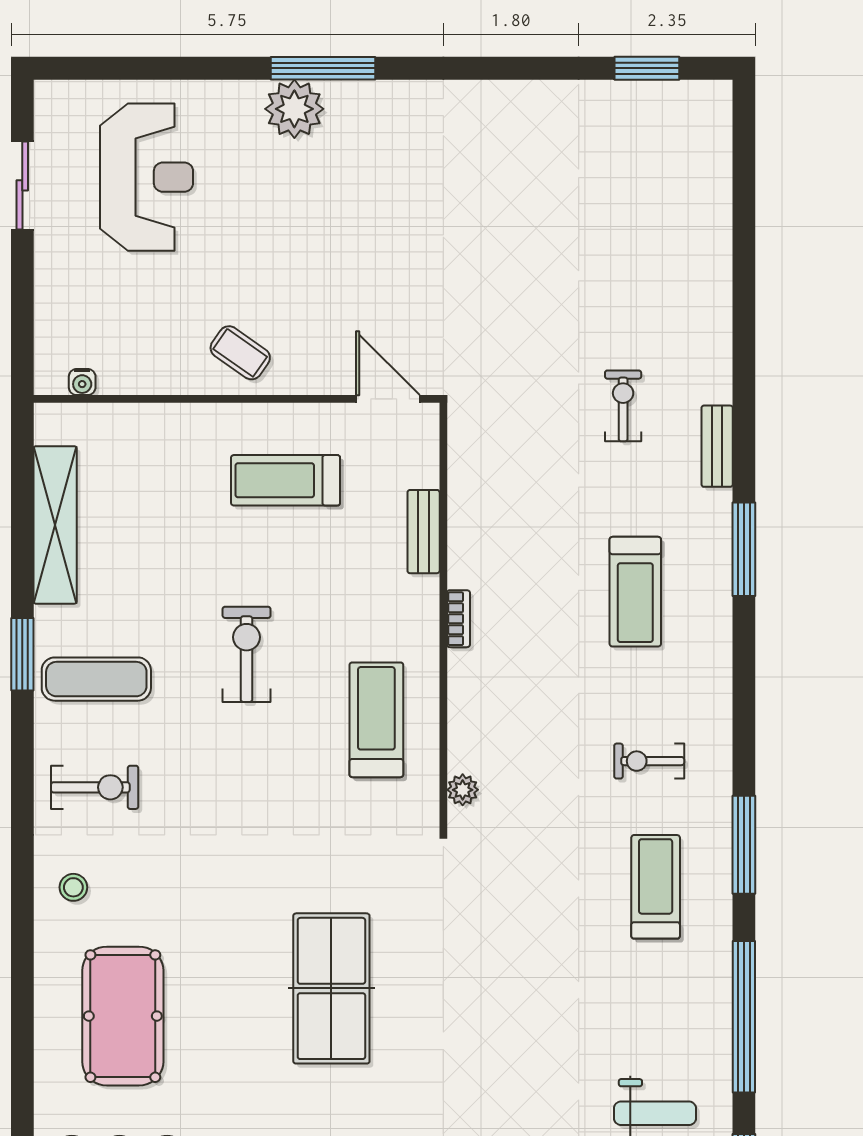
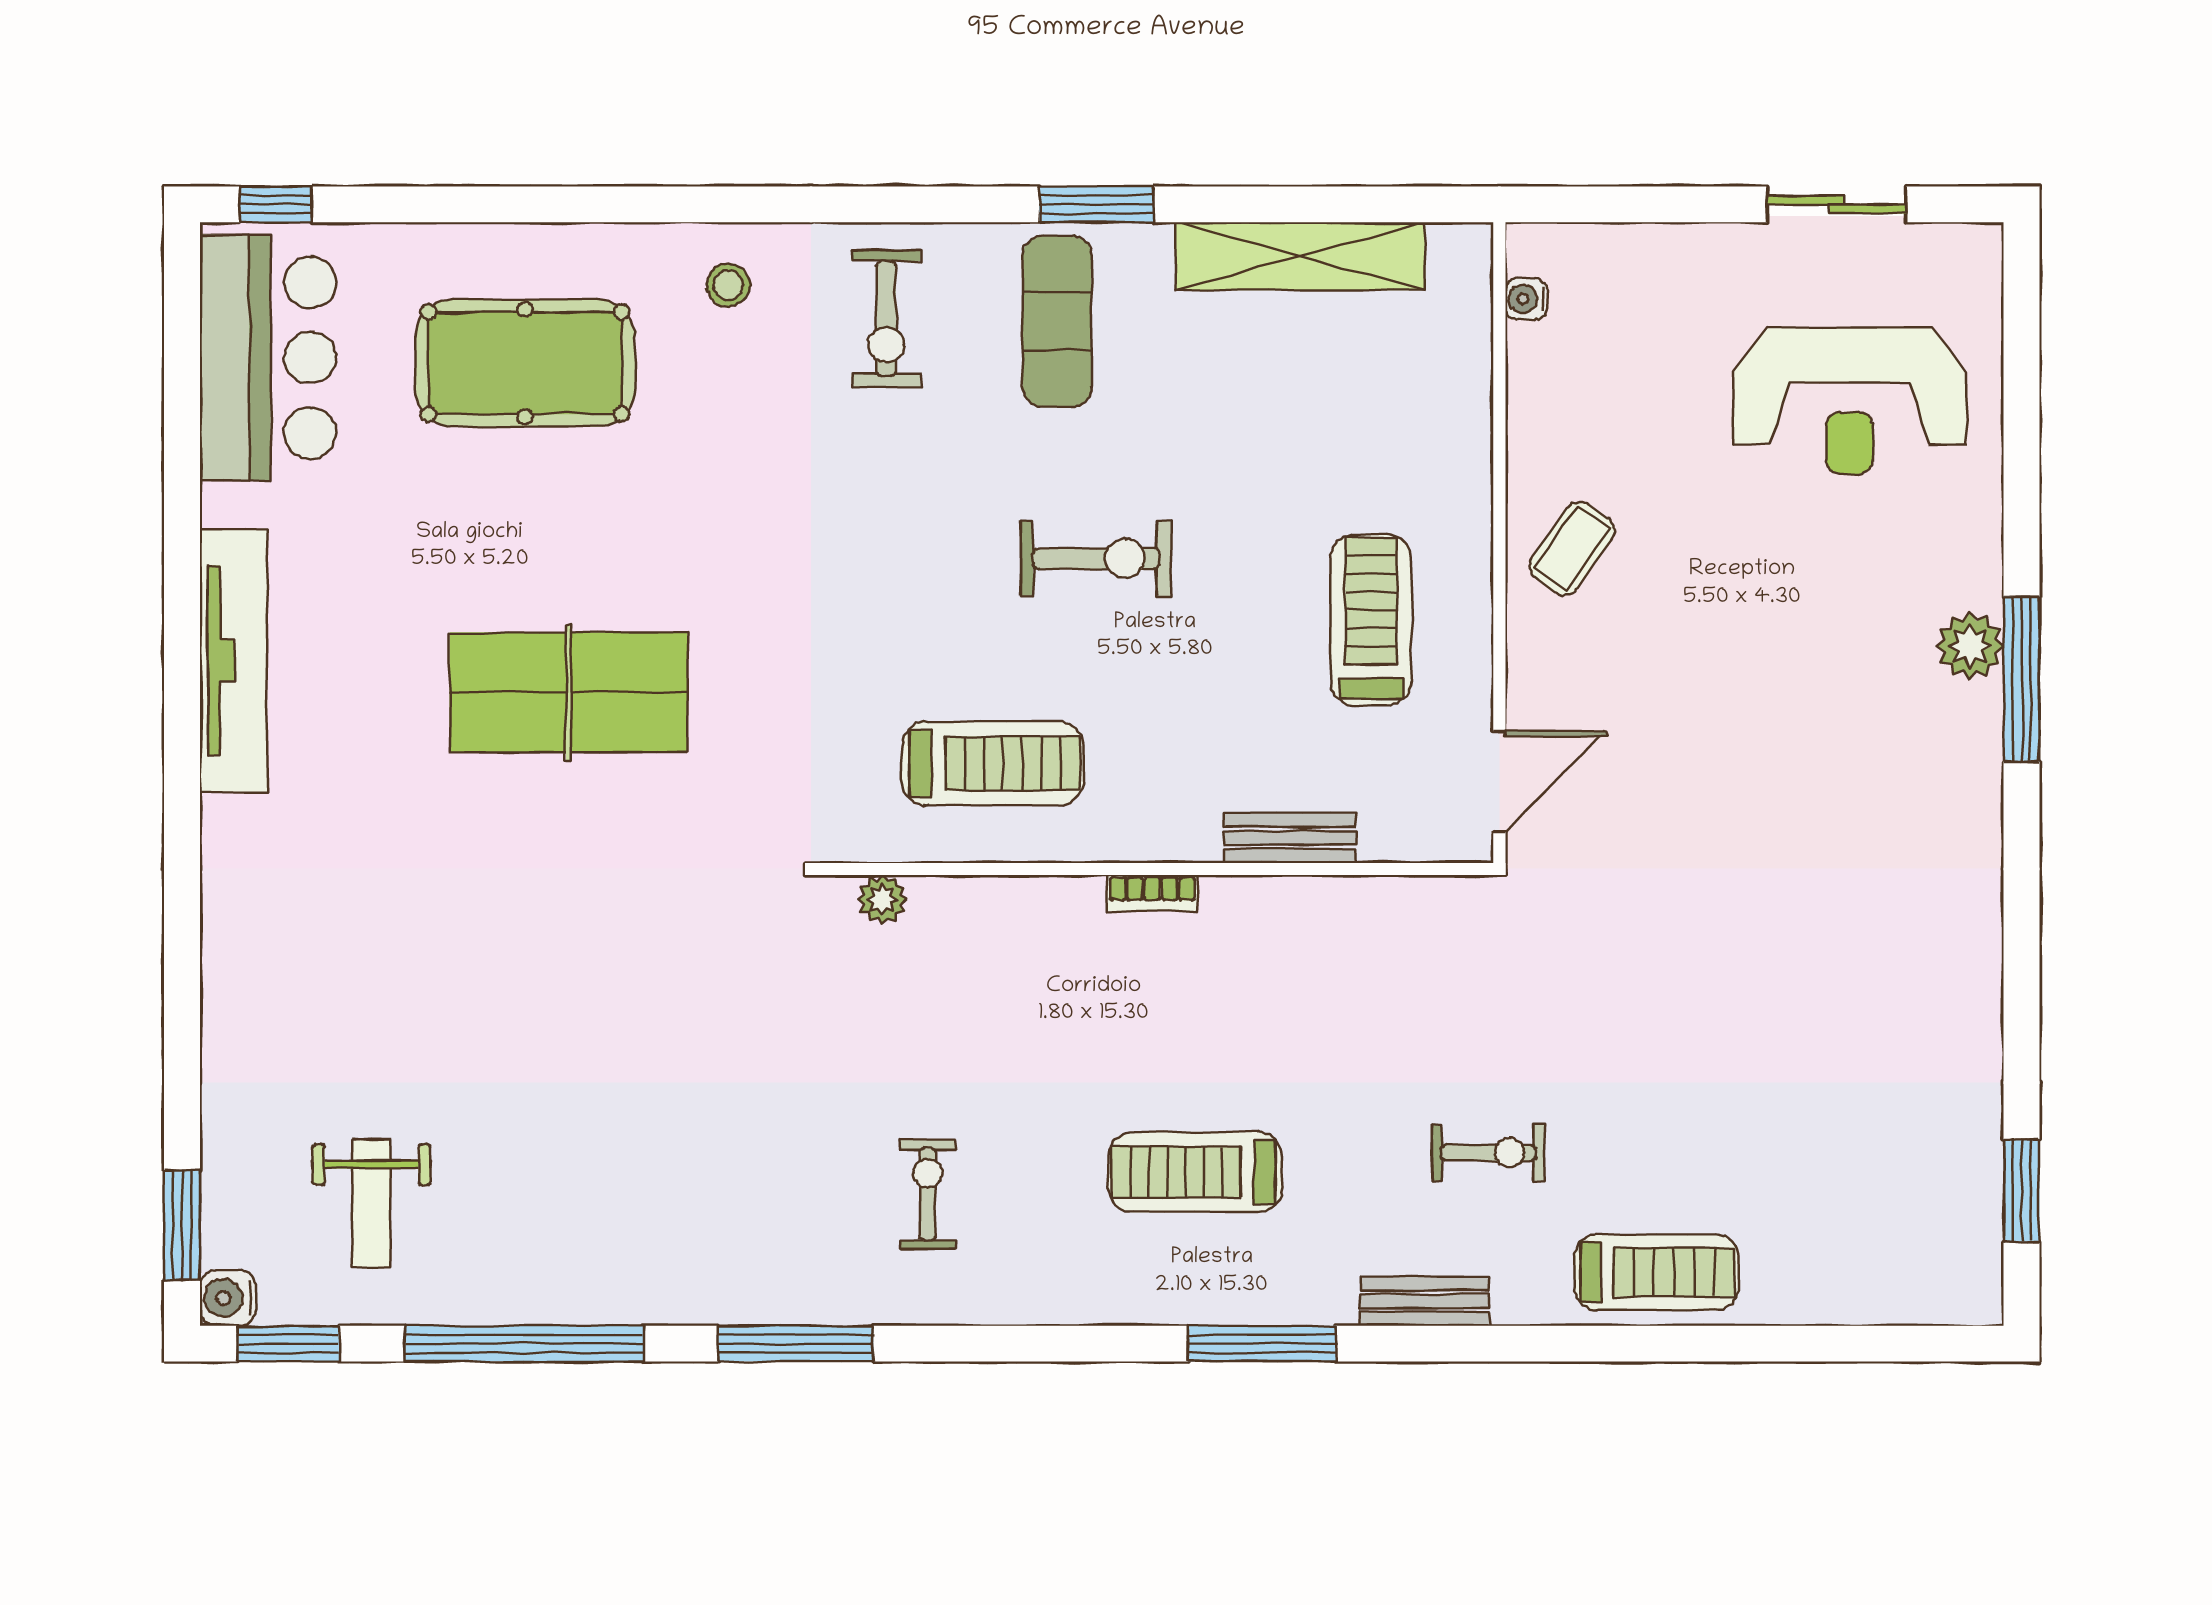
plant: (294, 109) -> (1970, 646), width x0.73, depth x0.73
treadmill: (656, 887) -> (1656, 1272), moved

